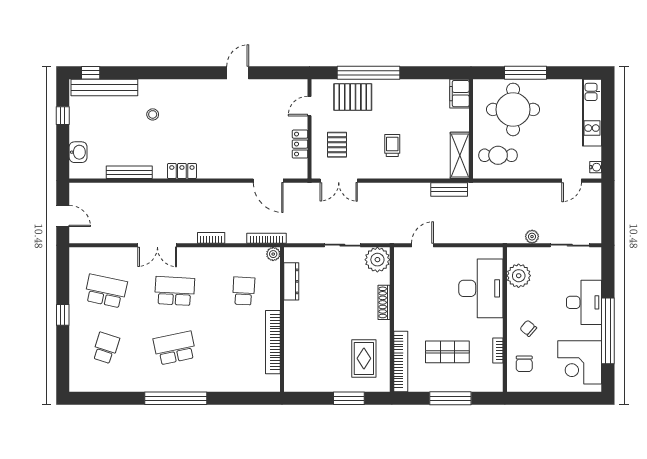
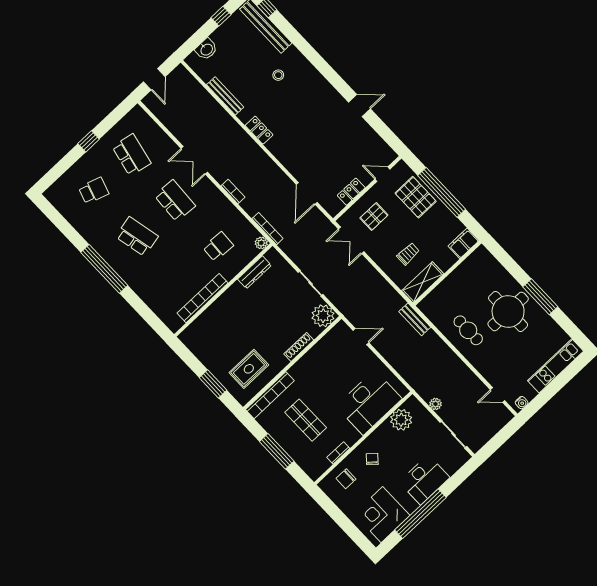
filing cabinet: (459, 94) -> (464, 243), moved
wall: (471, 129) -> (447, 273), moved
shelving: (460, 155) -> (423, 282), moved

